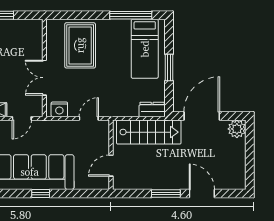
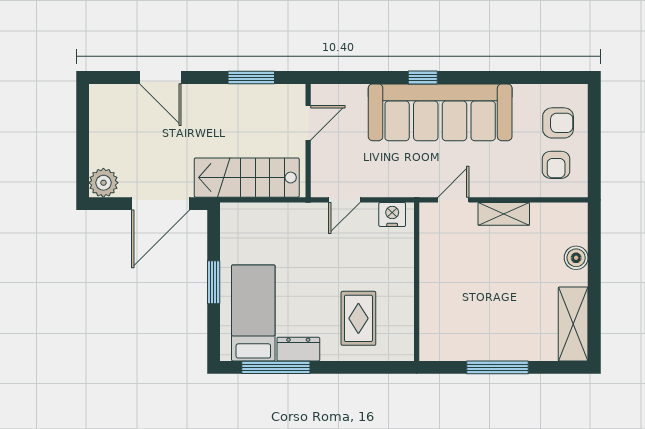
rug: (80, 45) -> (358, 318), width x0.73, depth x0.70
double door: (44, 78) -> (417, 266), removed
dresser: (152, 109) -> (298, 349), moved, turned 180
window: (166, 193) -> (251, 78), moved

